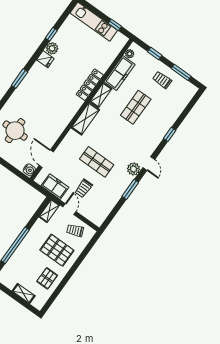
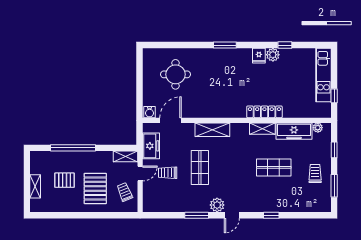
shelving: (85, 119) -> (212, 130), moved
pallet: (47, 278) -> (65, 180), moved

